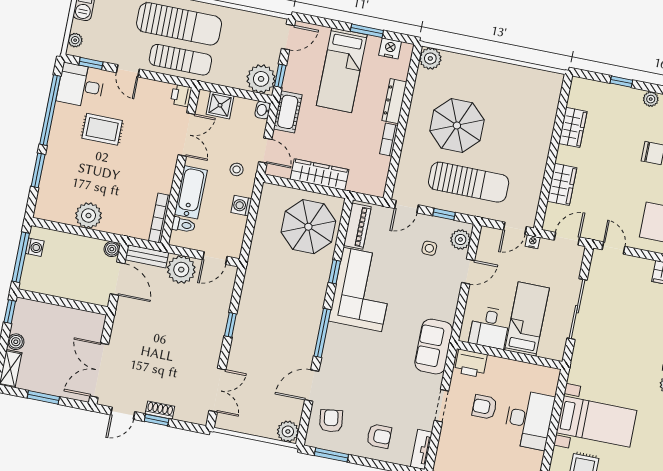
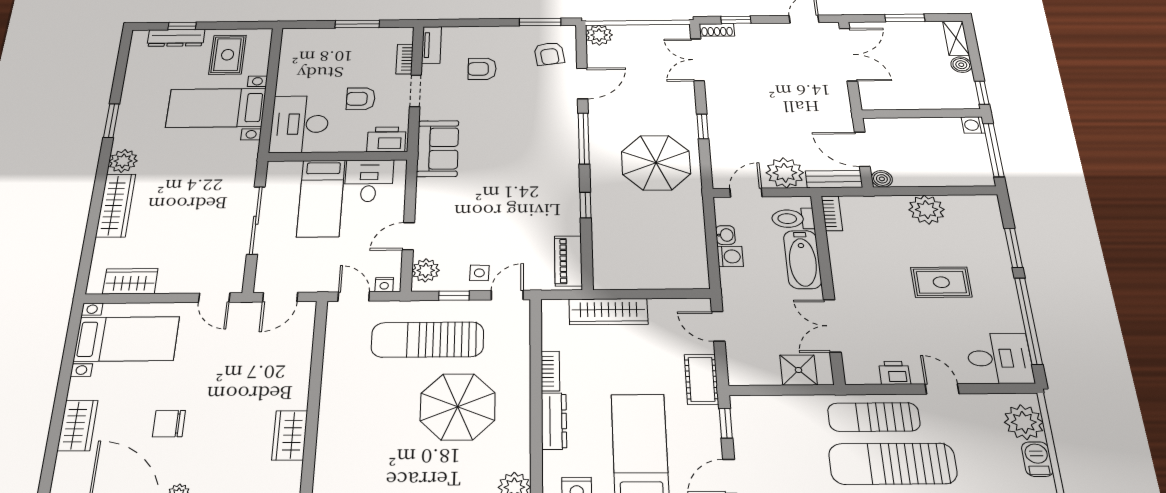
plant: (75, 40) -> (1024, 422), width x1.87, depth x1.87
window: (91, 63) -> (997, 388), removed
plant: (261, 79) -> (752, 414), removed
printer: (181, 95) -> (895, 373), moved, turned -90
washbasin: (263, 110) -> (725, 235), moved
rug: (102, 129) -> (941, 282), moved
stool: (237, 169) -> (750, 297), removed
wardrobe: (320, 174) -> (608, 312), moved
wardrobe: (562, 184) -> (296, 361), removed
bookcase: (160, 218) -> (832, 213), width x0.64
toilet: (183, 225) -> (793, 219), width x1.37, depth x1.39
parasol: (308, 227) -> (656, 163), moved
door: (515, 228) -> (354, 296), hinge flipped
nightstand: (533, 242) -> (384, 285), moved
washing machine: (35, 247) -> (973, 125), moved
side table: (429, 248) -> (479, 273), moved
corner sofa: (362, 289) -> (544, 192), removed
armchair: (485, 407) -> (361, 99), turned 180
shoe rack: (160, 410) -> (717, 30), moved
window: (157, 420) -> (736, 20), moved
desk: (529, 420) -> (300, 124), moved
armchair: (379, 436) -> (482, 69), moved
bookcase: (445, 440) -> (405, 59), added

